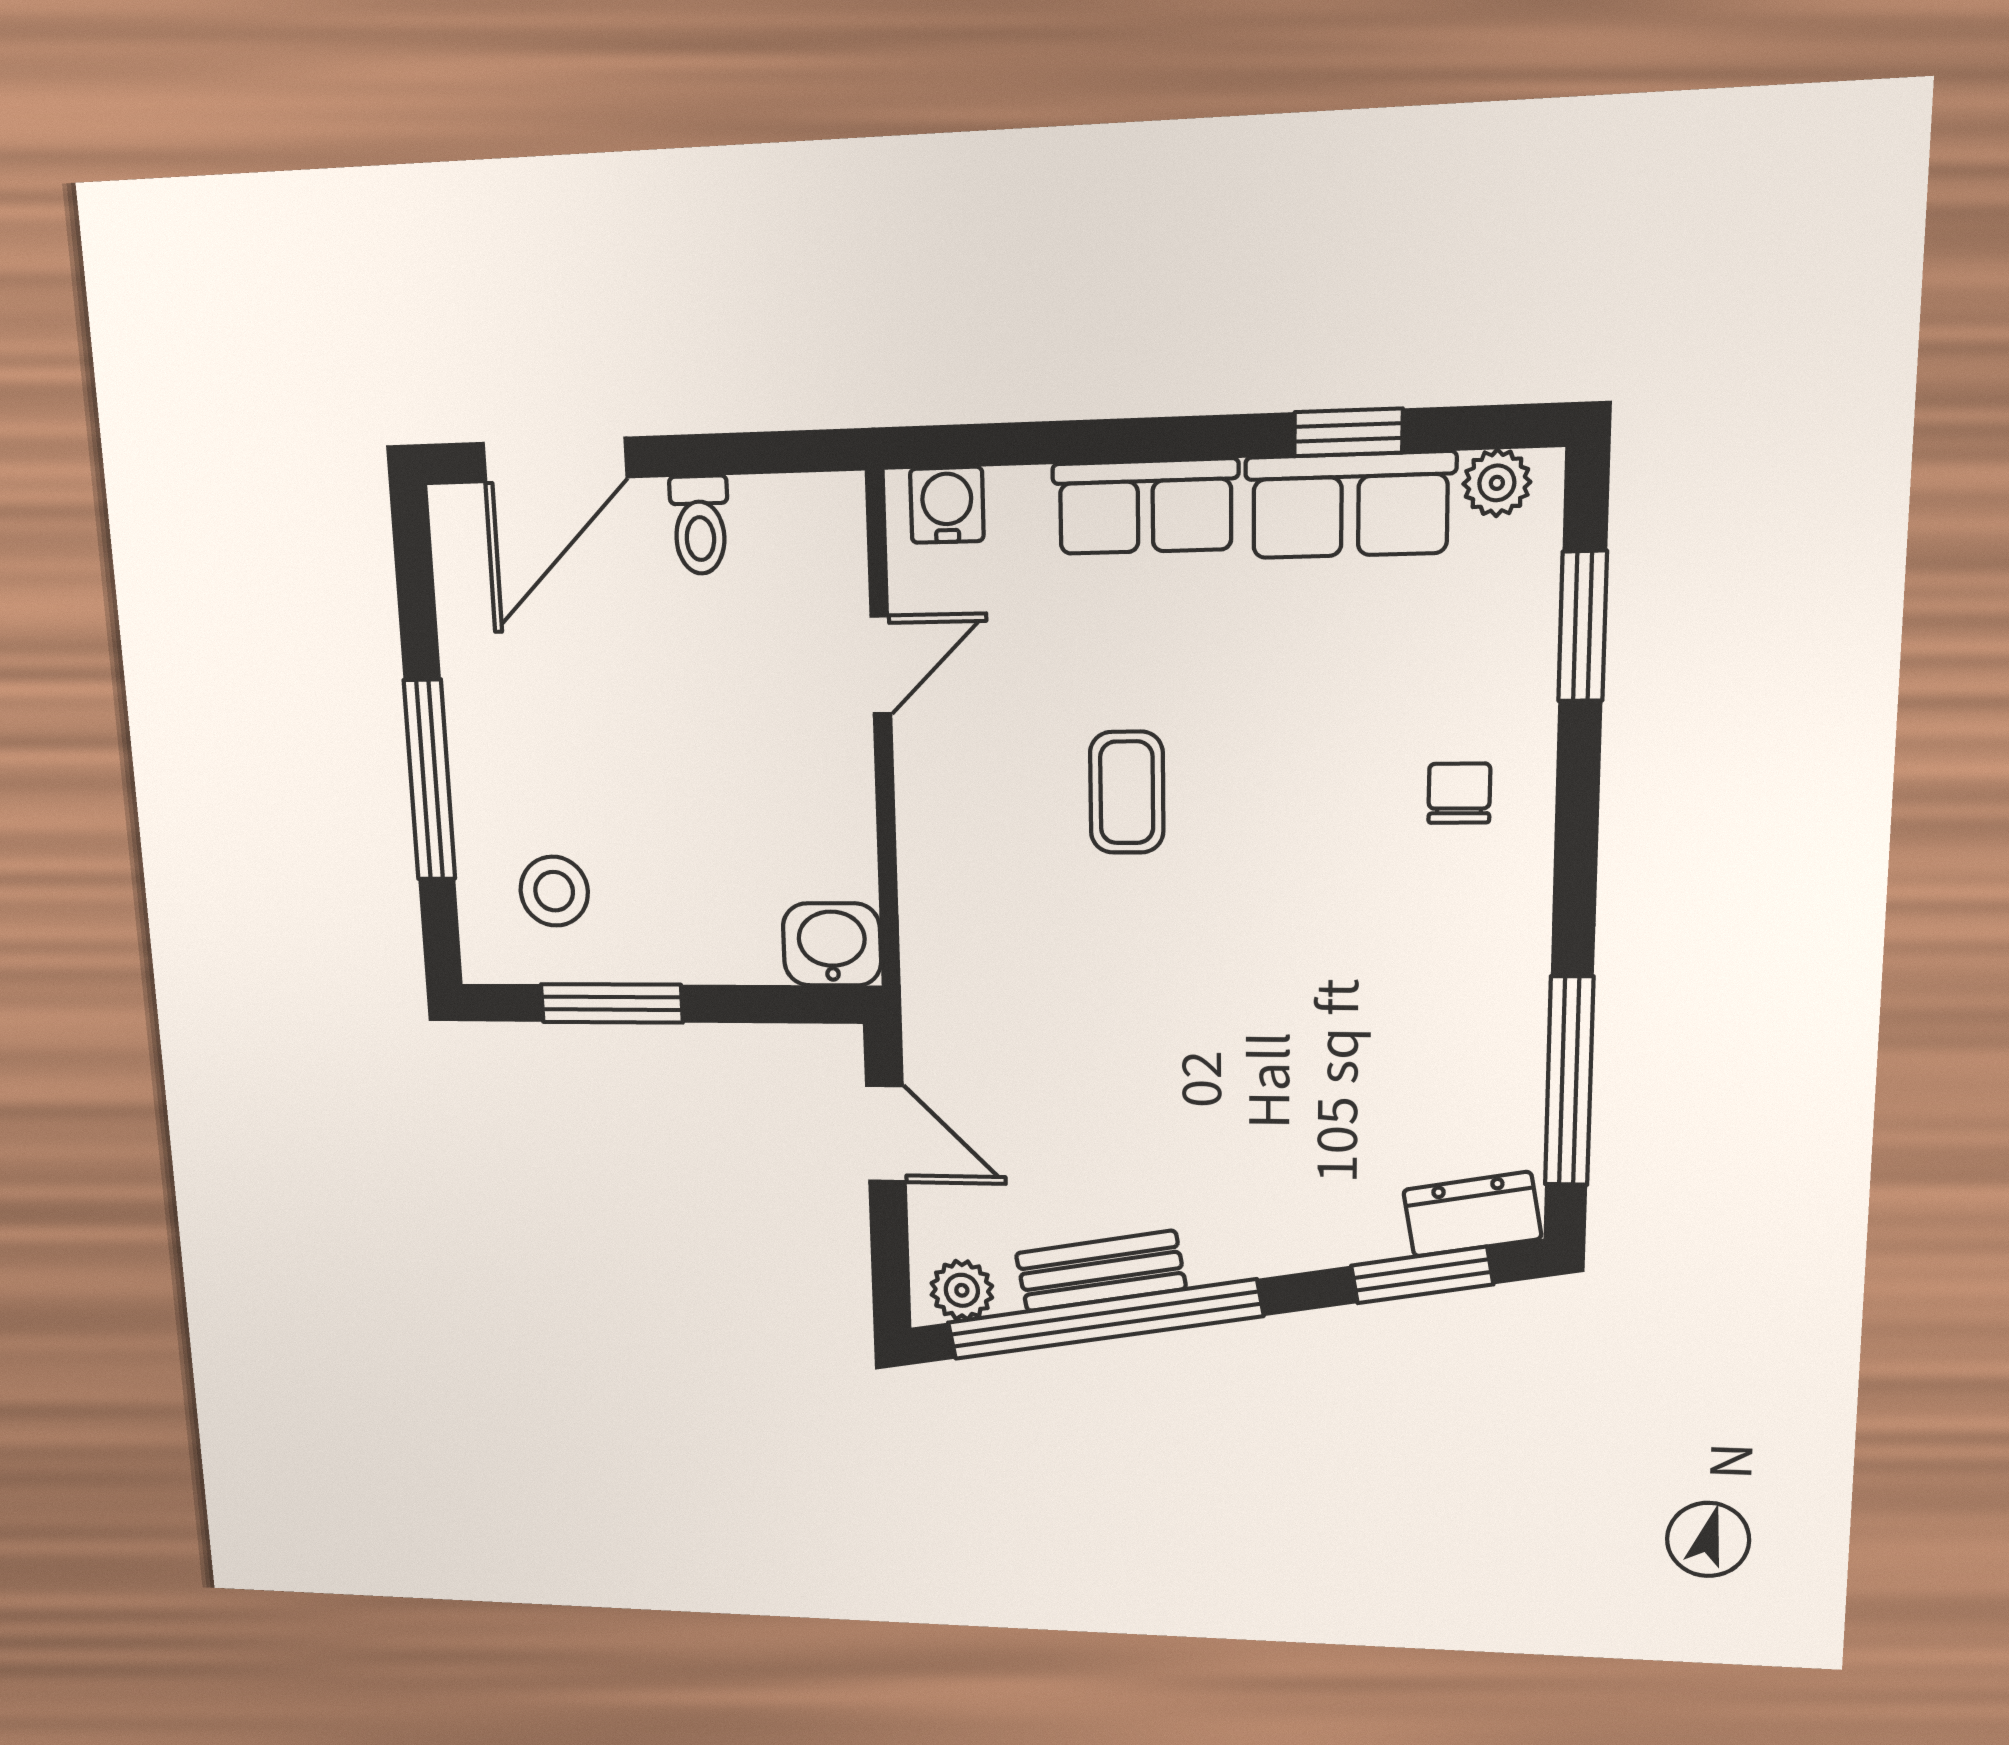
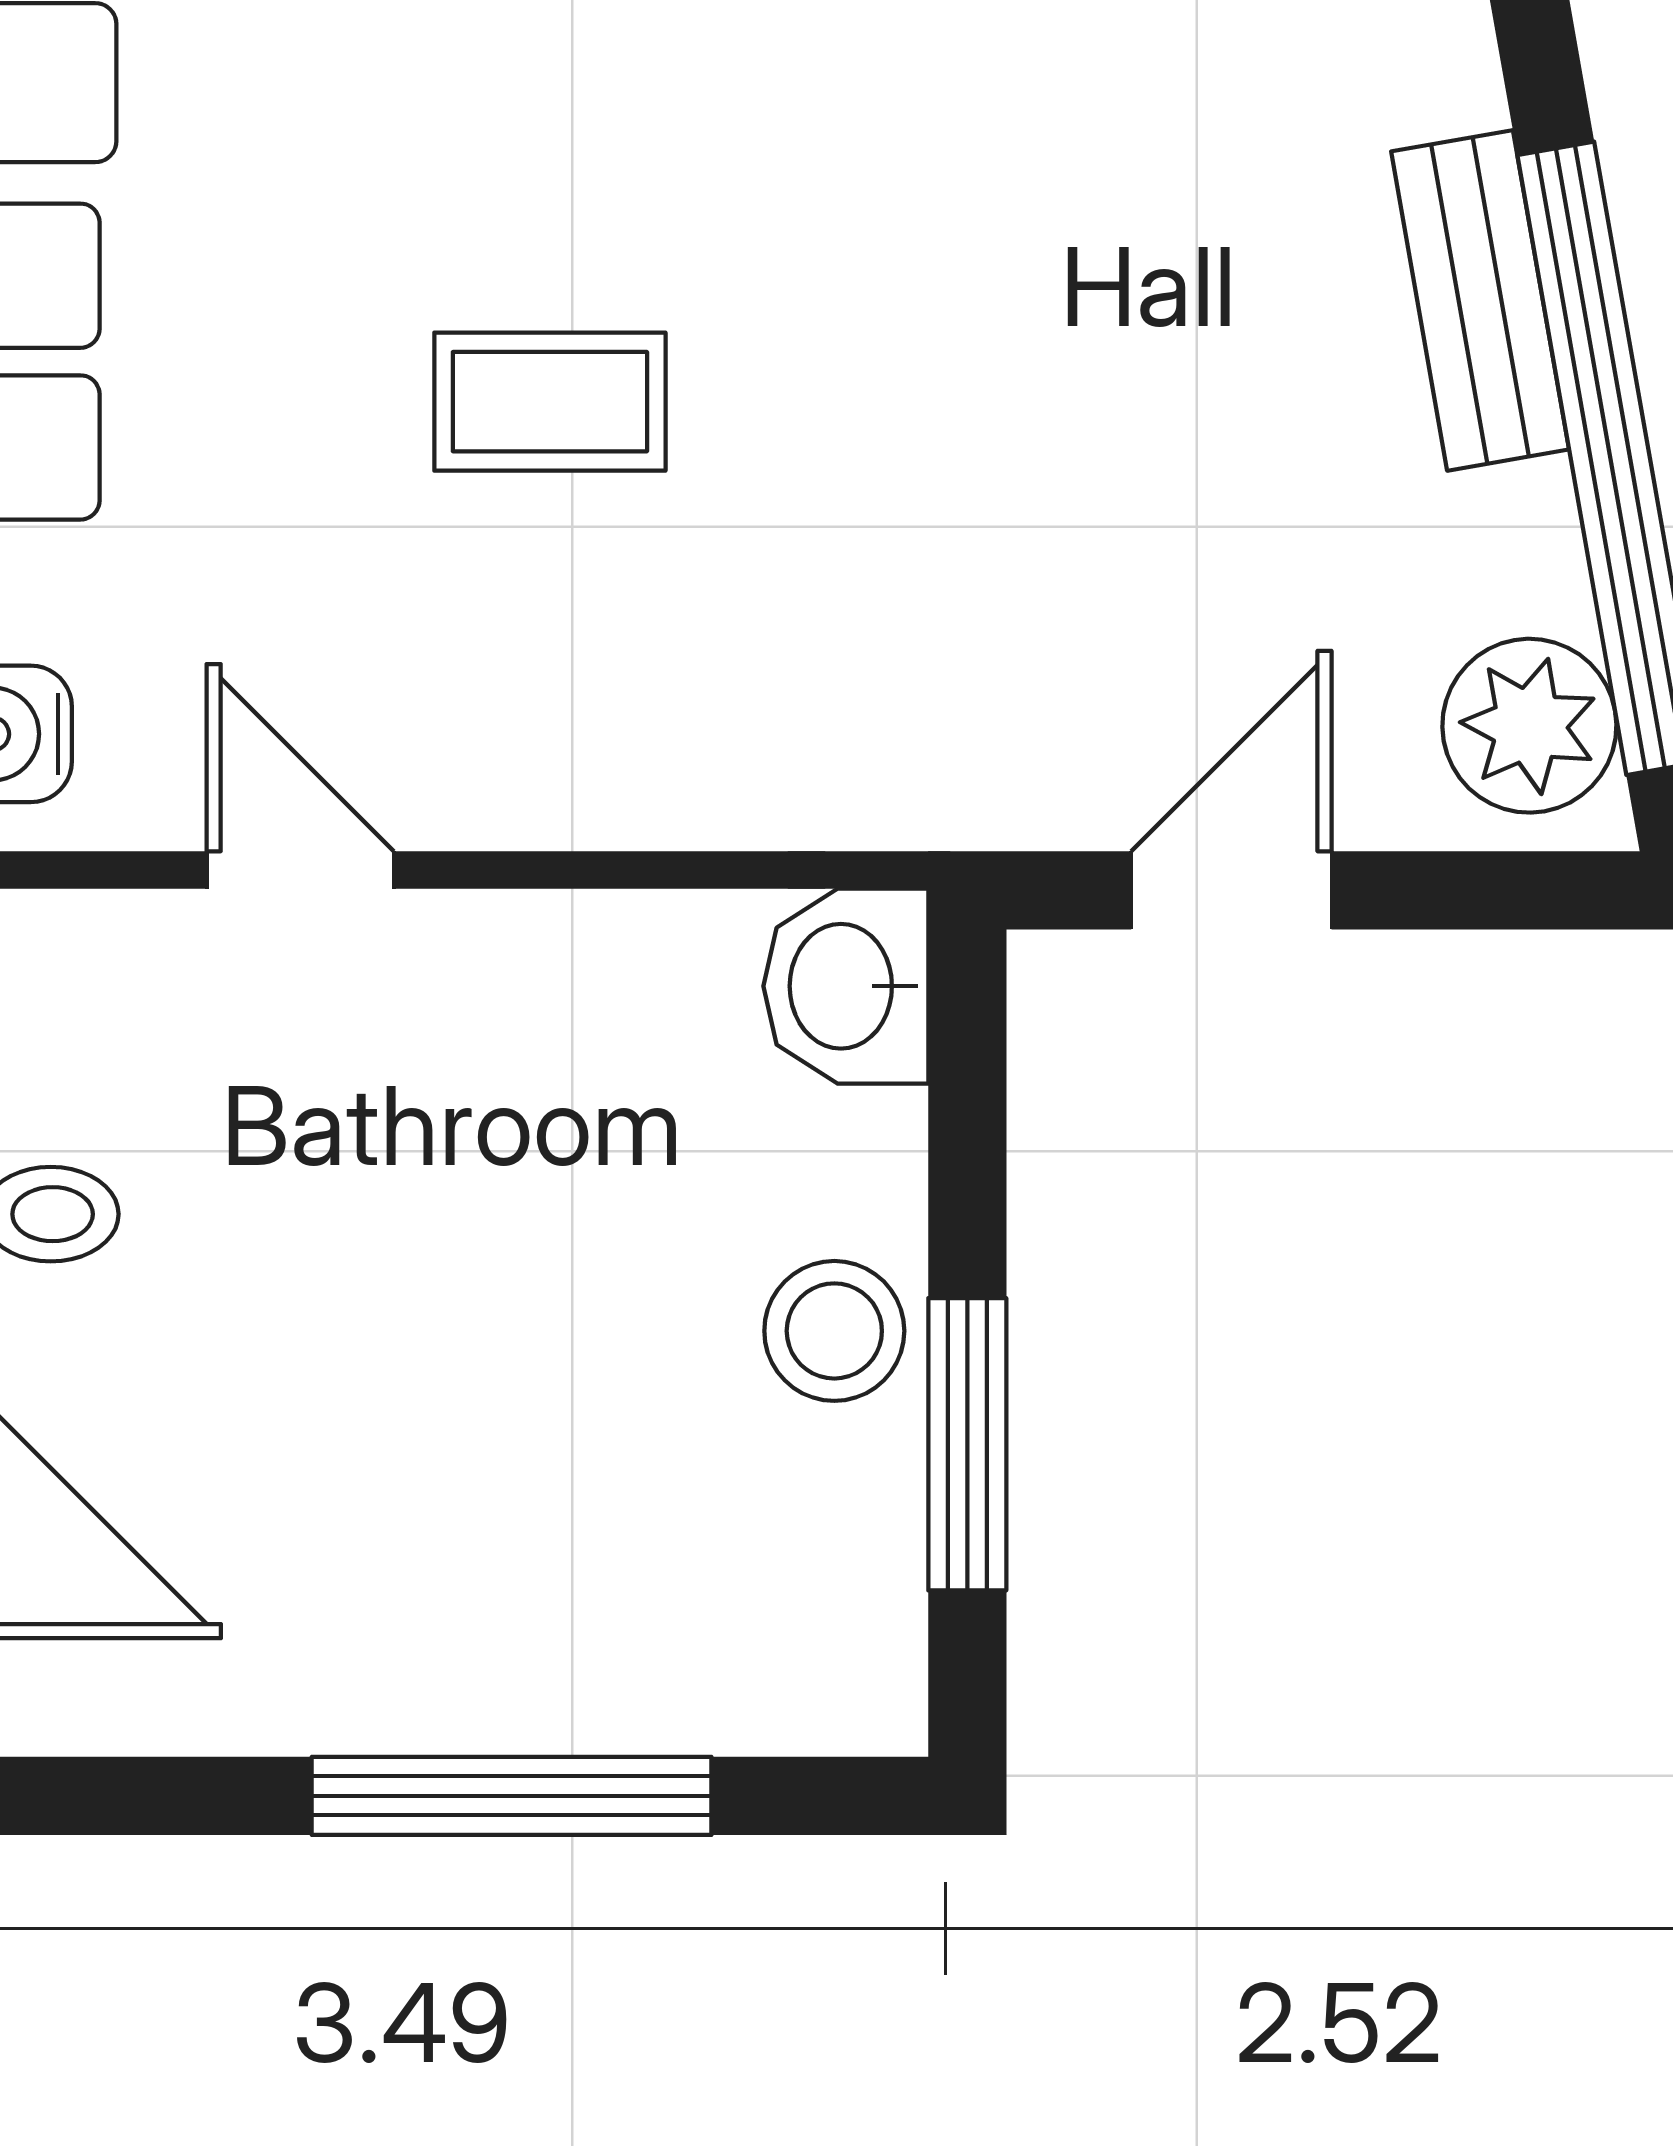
stool: (554, 891) -> (834, 1331), moved
bench: (1101, 1271) -> (1480, 300), moved
plant: (962, 1290) -> (1529, 726), width x1.38, depth x1.38

